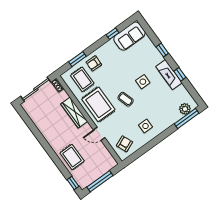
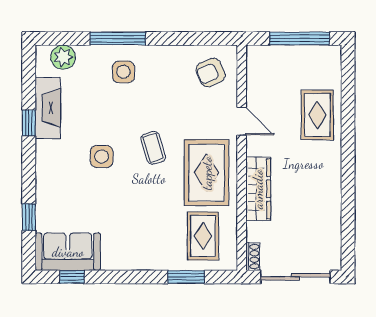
window: (113, 34) -> (72, 277), moved
window: (162, 50) -> (29, 217), moved
armchair: (94, 63) -> (163, 249), removed
fireplace: (169, 75) -> (48, 108), moved
window: (187, 119) -> (118, 39), moved
side table: (146, 126) -> (123, 72), moved
window: (73, 183) -> (348, 69), removed

